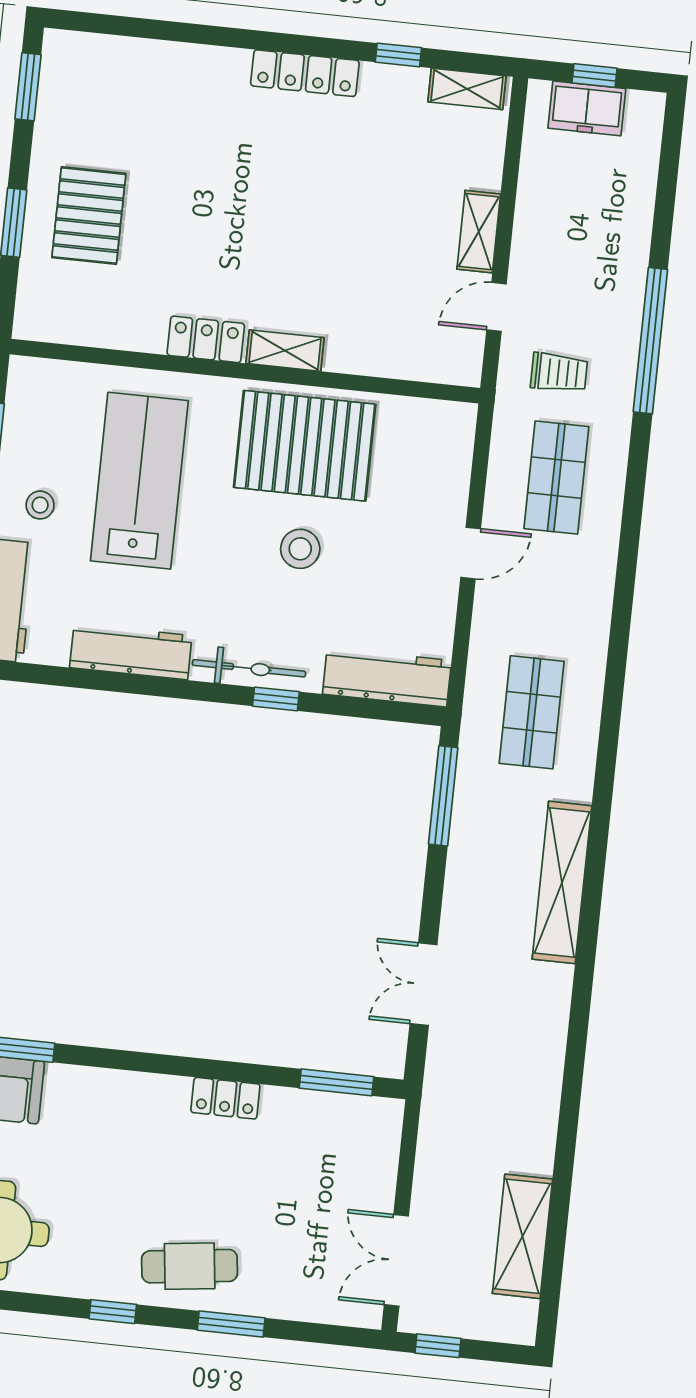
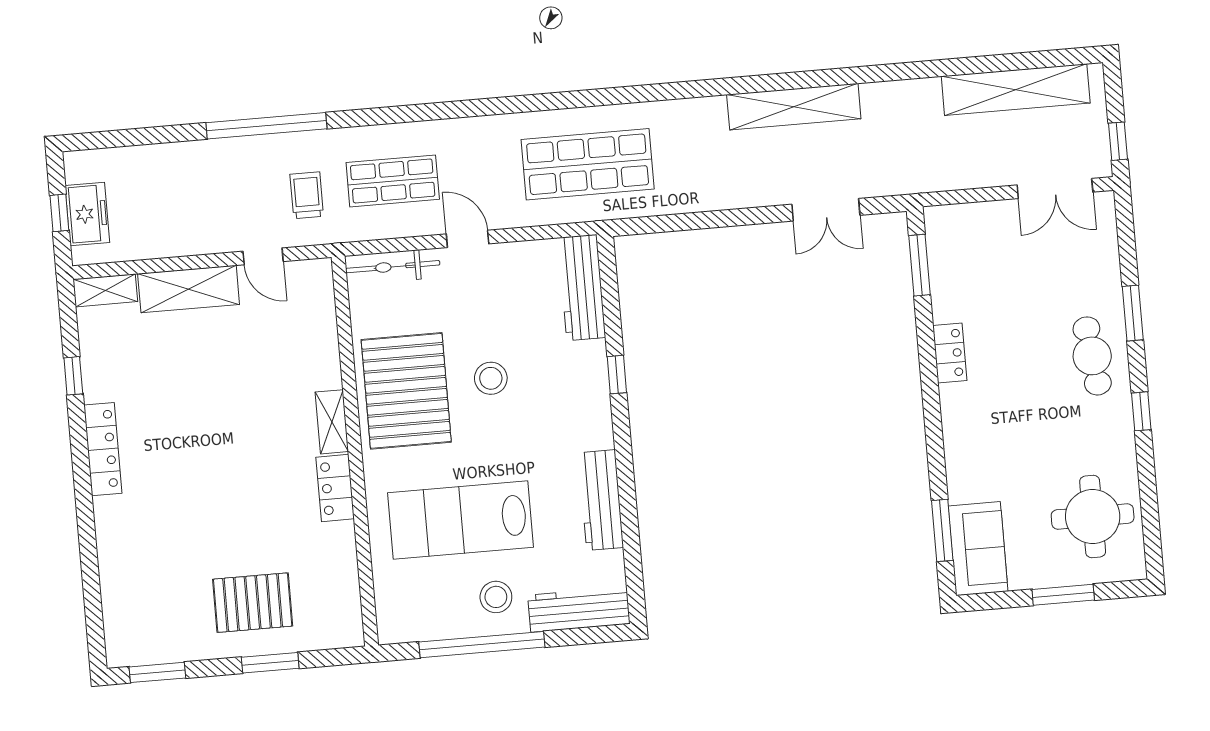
shelving: (467, 89) -> (105, 290), moved, turned 90
shelving: (479, 232) -> (189, 289), width x1.50, depth x1.33
stool: (40, 505) -> (496, 597), width x1.37, depth x1.37
bicycle: (249, 668) -> (393, 267), moved, turned -90
shop shelf: (532, 712) -> (588, 164), width x1.43, depth x1.36
window: (443, 796) -> (670, 223), removed
shelving: (562, 882) -> (794, 107), moved
shelving: (522, 1236) -> (1016, 90), width x1.47

